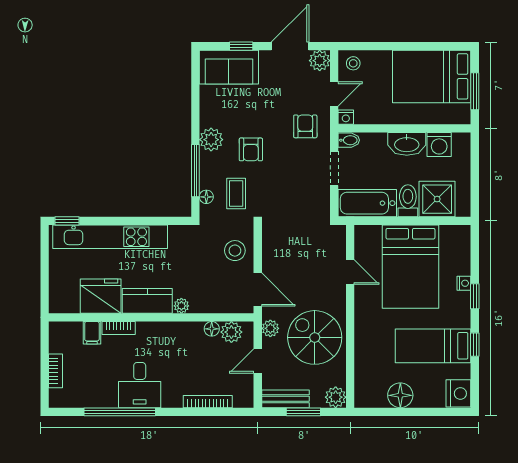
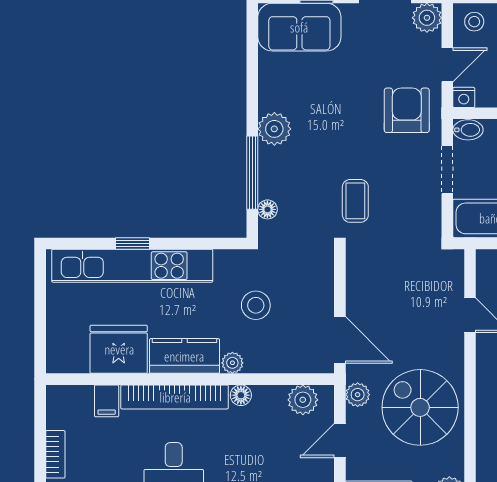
armchair: (305, 126) -> (407, 110), width x1.38, depth x1.38
armchair: (251, 149) -> (330, 143), removed
coffee table: (236, 193) -> (355, 201), moved
window: (67, 221) -> (133, 243), moved
stool: (235, 251) -> (256, 305), moved
bookcase: (119, 328) -> (175, 397), width x2.31, depth x1.31
floor lamp: (212, 329) -> (241, 395), moved

